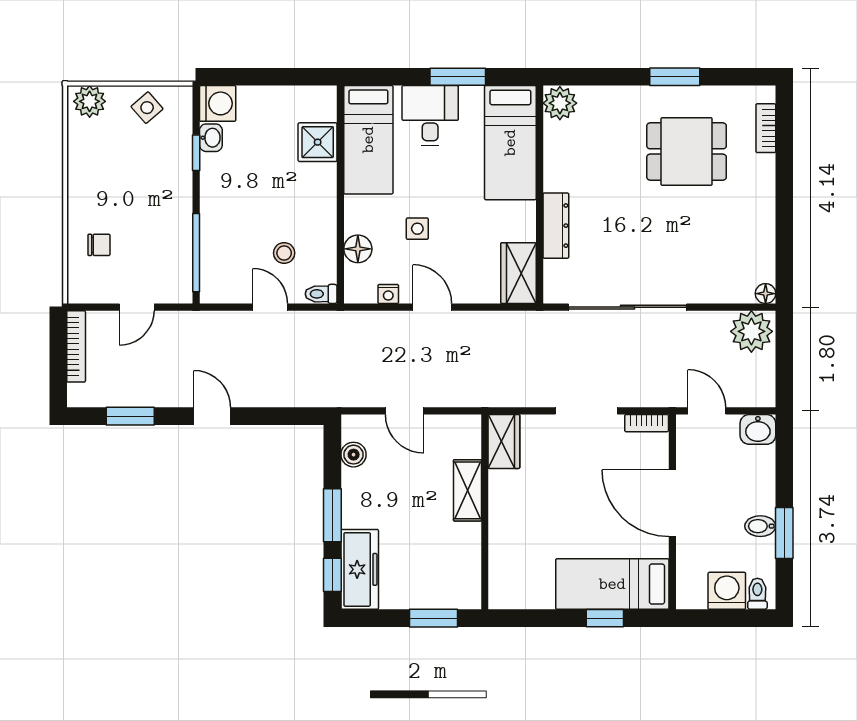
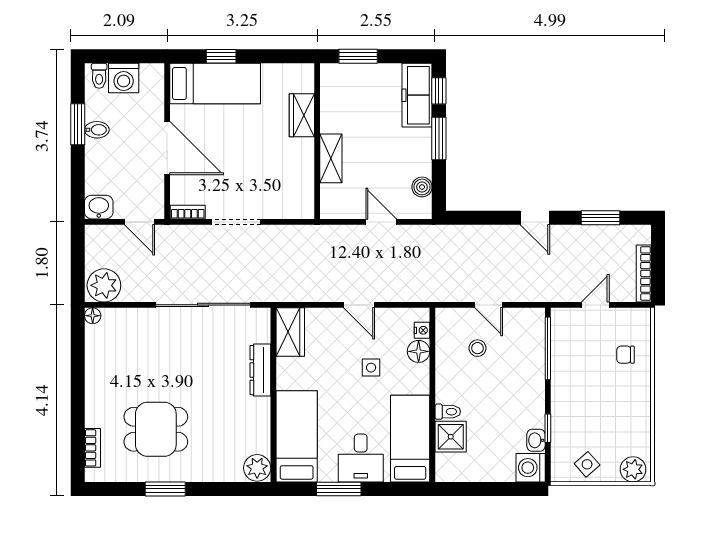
toilet: (321, 294) -> (448, 412), moved
nightstand: (388, 294) -> (422, 330), moved, turned 90
wardrobe: (504, 441) -> (302, 115), moved

